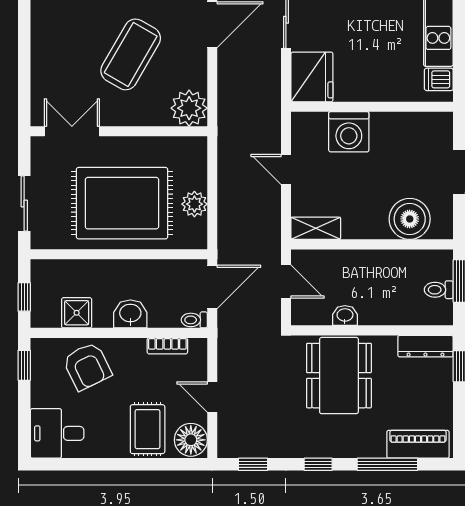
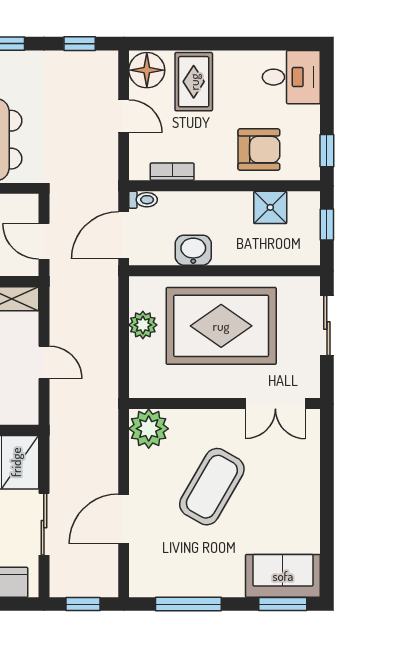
washbasin: (130, 314) -> (193, 250), moved, turned 180
armchair: (87, 366) -> (259, 150), turned 116

